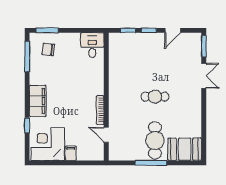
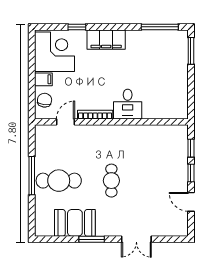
desk: (92, 45) -> (128, 104), moved, turned 90
window: (204, 46) -> (92, 239), moved
chair: (48, 49) -> (45, 100), moved
booth: (185, 149) -> (75, 223), moved, turned 90

